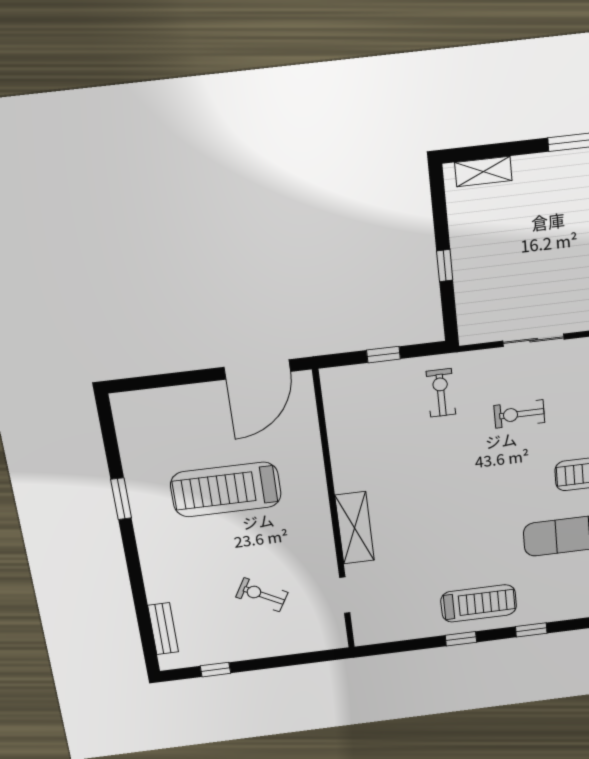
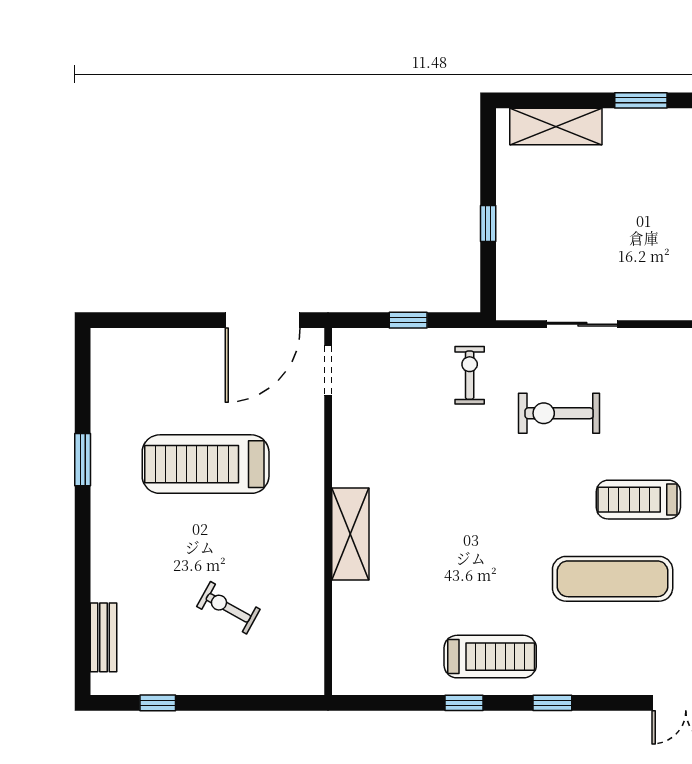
shelving: (483, 172) -> (556, 126), width x1.50, depth x1.33
exercise bike: (519, 414) -> (559, 413), width x1.38, depth x1.39
doorway: (345, 595) -> (328, 371), moved

